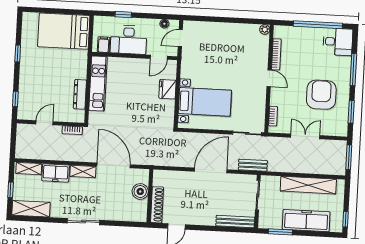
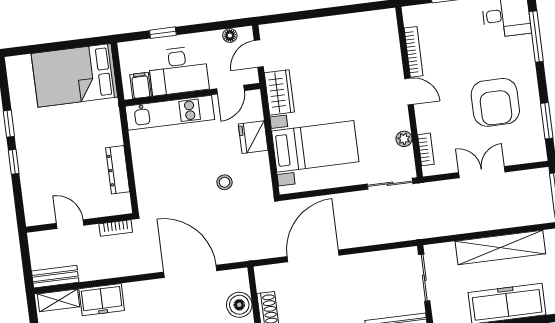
plant: (265, 29) -> (404, 139), moved
wardrobe: (189, 64) -> (279, 92), added
window: (353, 70) -> (536, 37), moved
kitchen unit: (98, 83) -> (170, 113), moved, turned 90
armchair: (321, 95) -> (495, 102), turned 180
window: (15, 99) -> (14, 162), moved
stool: (145, 114) -> (225, 182), added
door: (44, 123) -> (70, 224), hinge flipped
bench: (253, 165) -> (55, 277), moved
door: (211, 170) -> (313, 256), moved
shelving: (83, 171) -> (144, 290), removed

